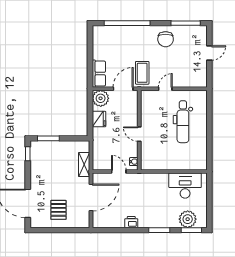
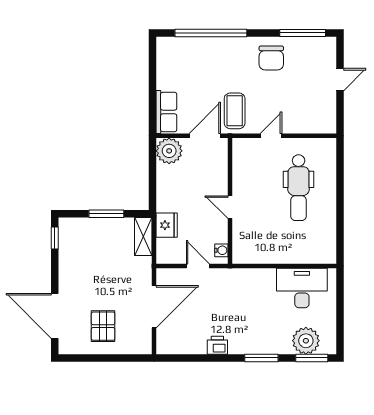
fridge: (99, 119) -> (167, 225), moved
window: (48, 138) -> (106, 214), moved
shelving: (84, 165) -> (143, 237), moved

